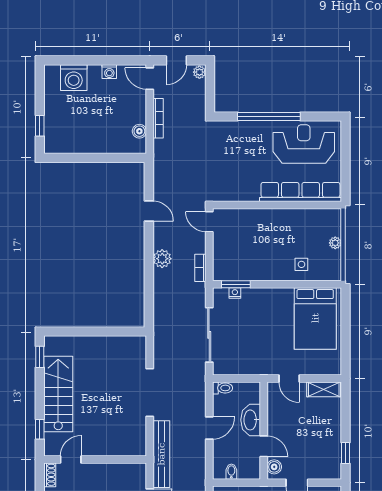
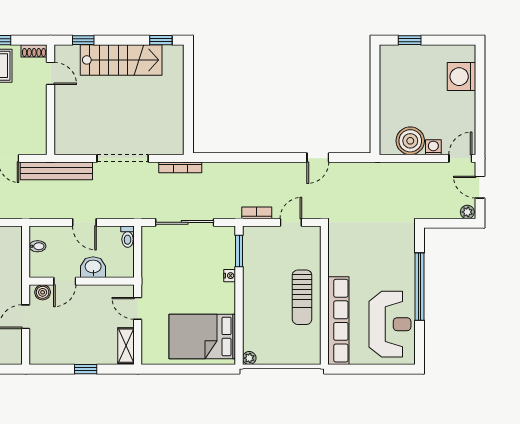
washing machine: (109, 72) -> (433, 147), moved, turned 90
bookcase: (158, 118) -> (180, 167), moved
boiler: (139, 131) -> (410, 141), width x1.86, depth x1.86
door: (209, 222) -> (291, 222), moved
sun lounger: (279, 226) -> (302, 297), added
plant: (335, 243) -> (249, 358), moved
plant: (162, 259) -> (267, 172), removed
side table: (301, 264) -> (260, 322), removed
nightstand: (235, 293) -> (230, 276), moved
door: (289, 378) -> (138, 308), hinge flipped
washbasin: (251, 420) -> (93, 267), width x0.72
window: (346, 453) -> (86, 369), moved

